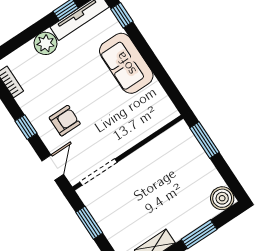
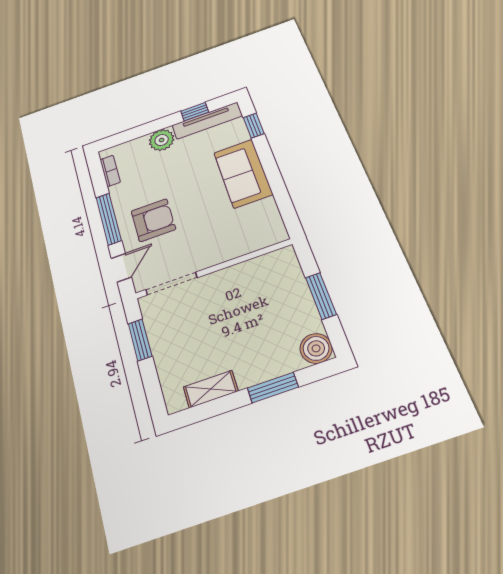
armchair: (65, 121) -> (153, 220), width x1.38, depth x1.38
window: (26, 127) -> (109, 219), width x2.17
window: (204, 140) -> (321, 296), moved

